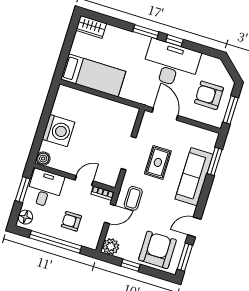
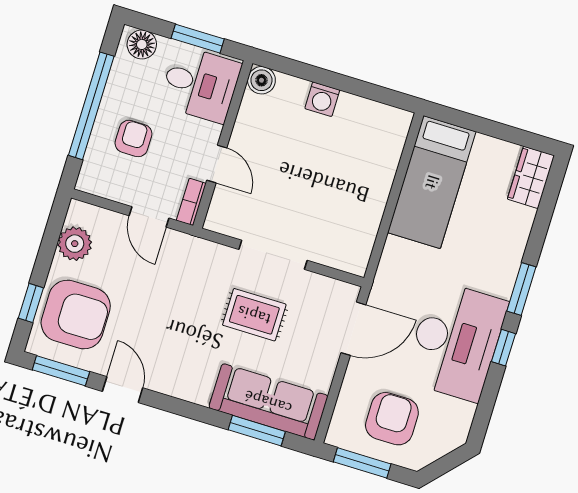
washing machine: (58, 131) -> (322, 99), width x0.53, depth x0.53
sofa: (194, 177) -> (268, 402), moved
coffee table: (133, 198) -> (181, 265), removed
plant: (111, 246) -> (75, 244), moved
window: (131, 265) -> (31, 303), moved

